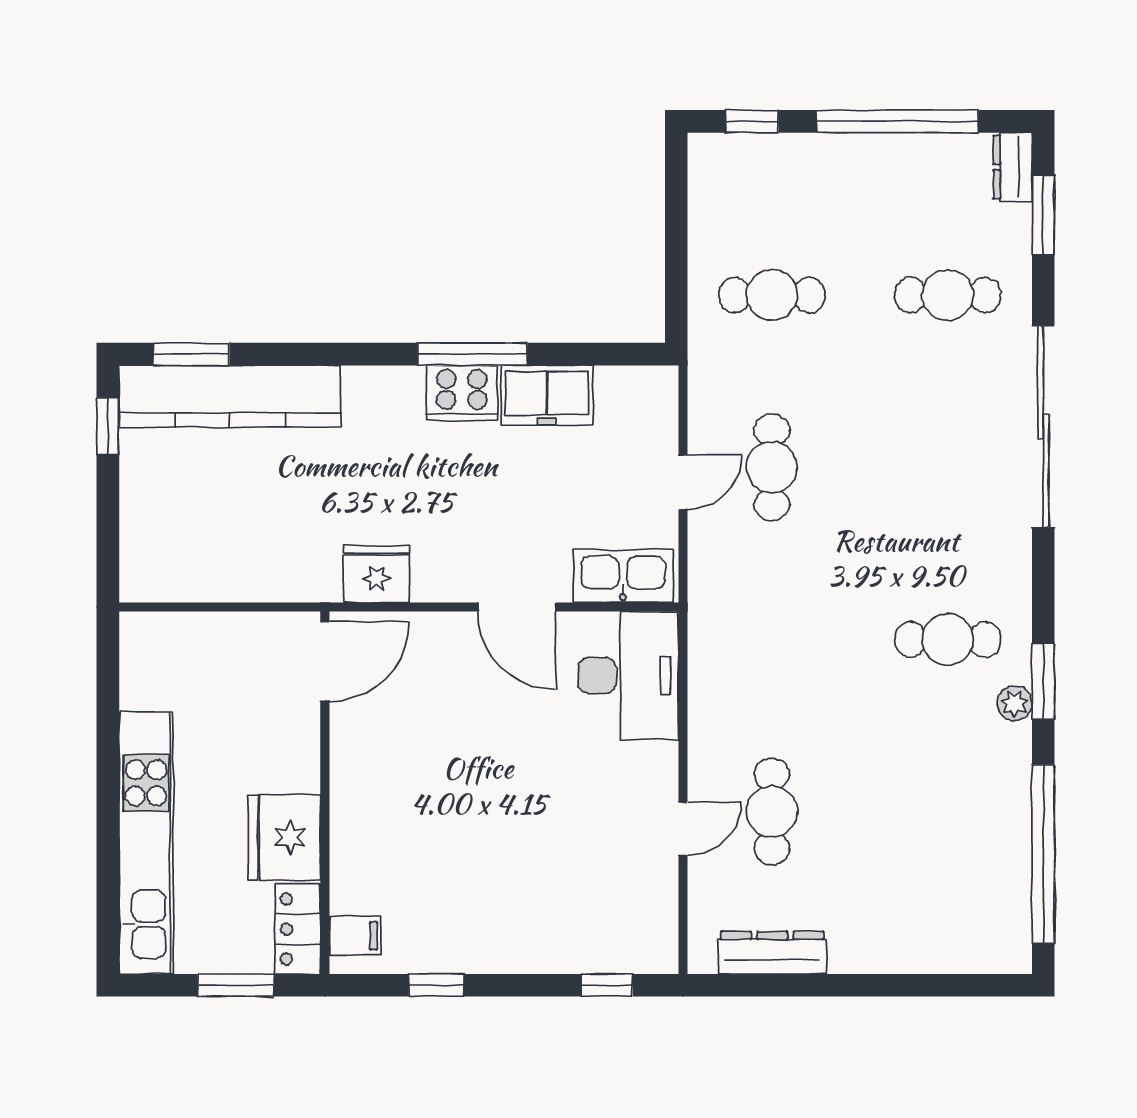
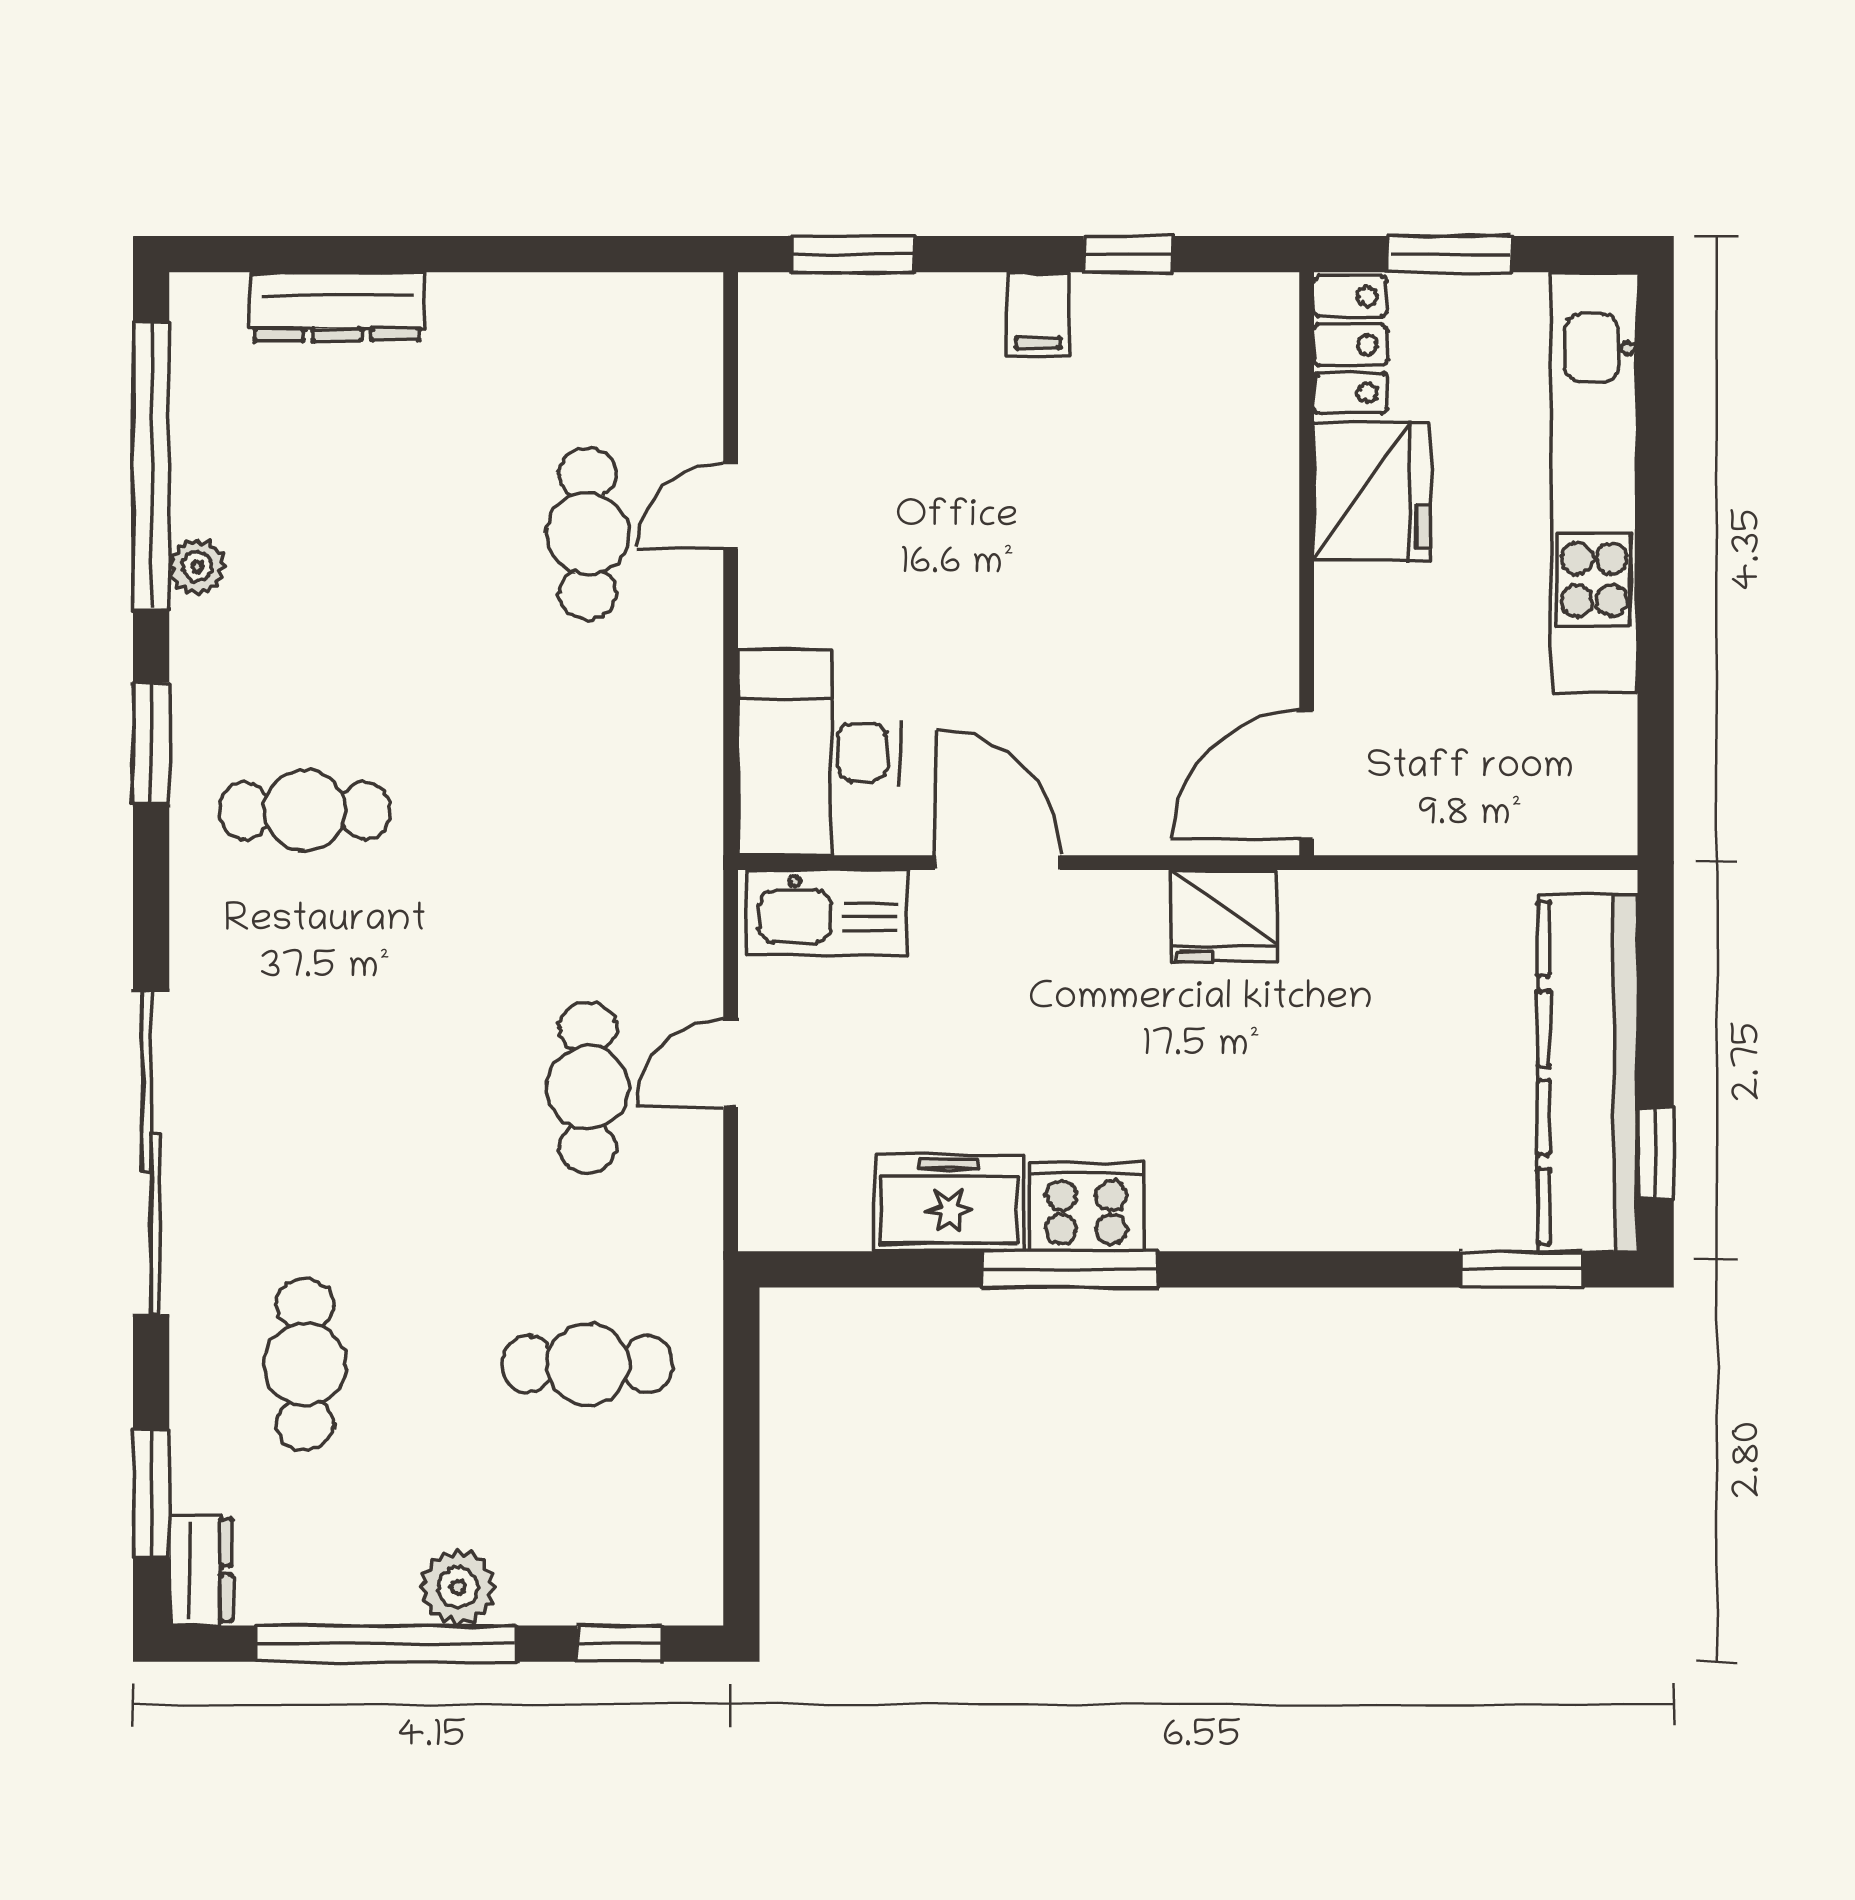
plant: (852, 156) -> (458, 1587), added
cafe table: (948, 295) -> (305, 1364), turned 90
kitchen counter: (230, 396) -> (1588, 1073), moved, turned -90
plant: (1015, 703) -> (197, 567), moved
filing cabinet: (355, 936) -> (1038, 314), moved, turned -90
dresser: (772, 953) -> (337, 306), moved
window: (607, 985) -> (853, 254), width x1.50

